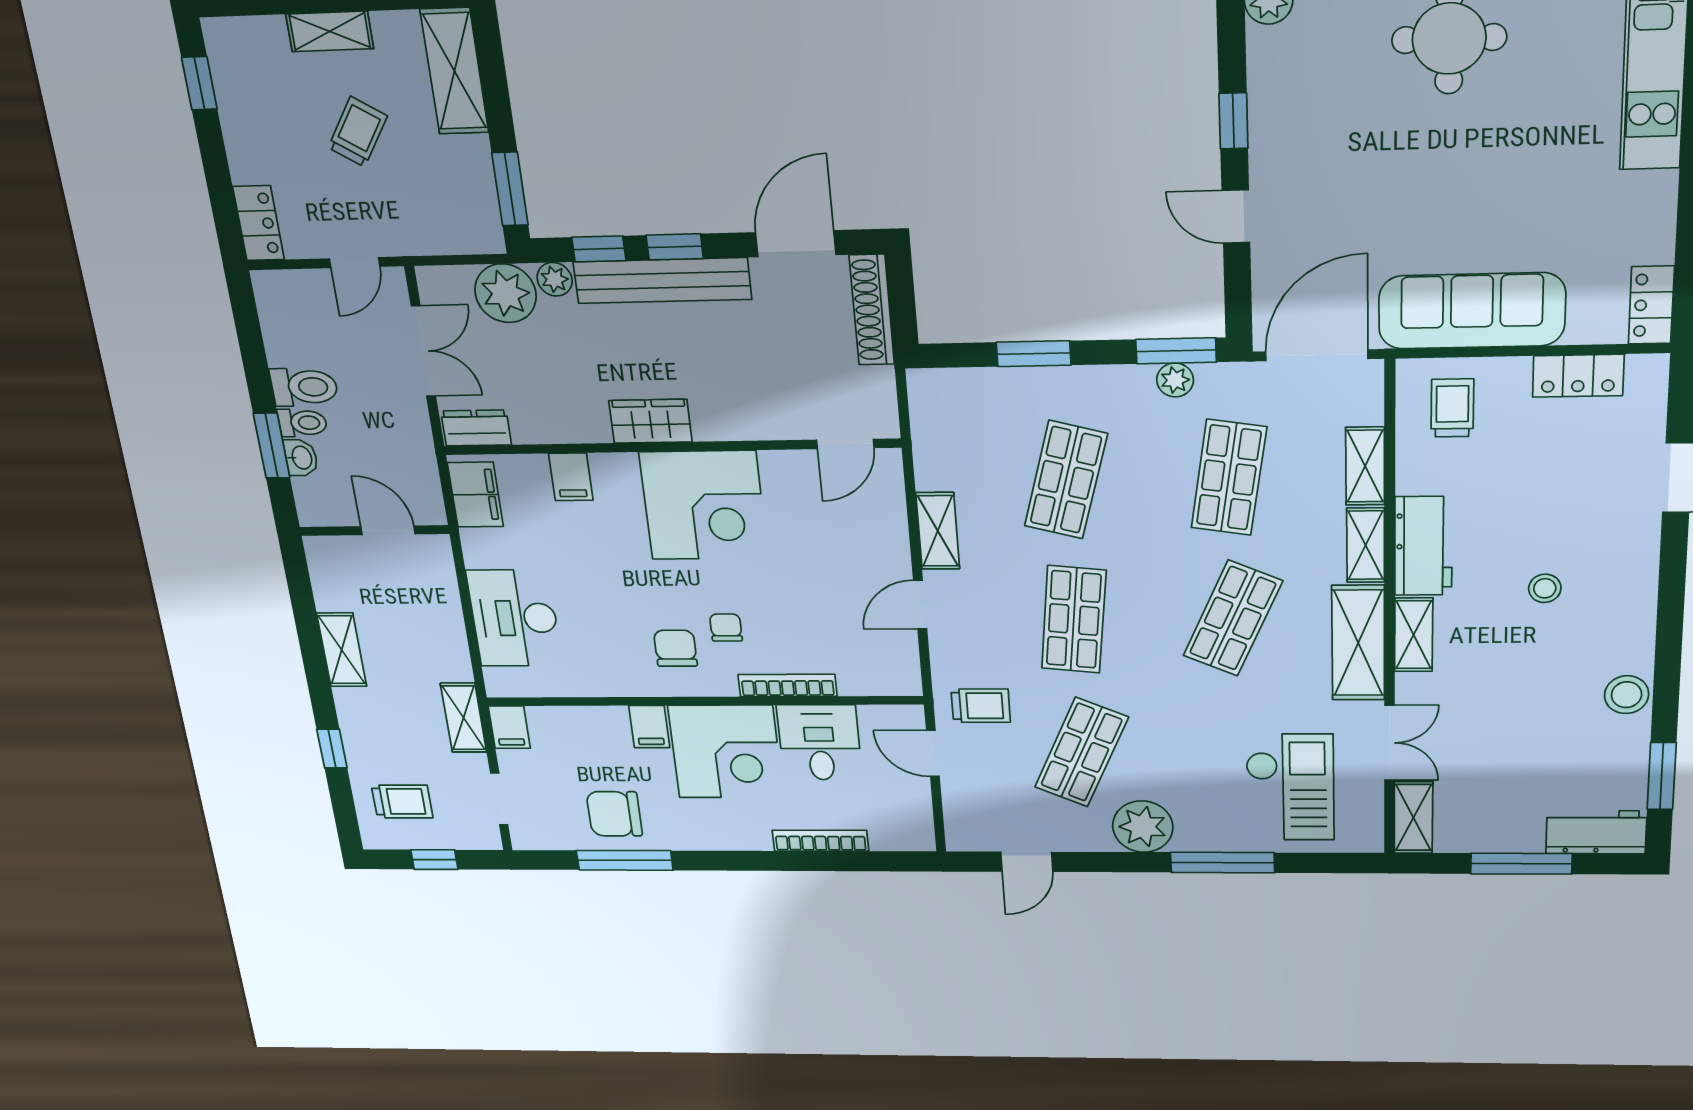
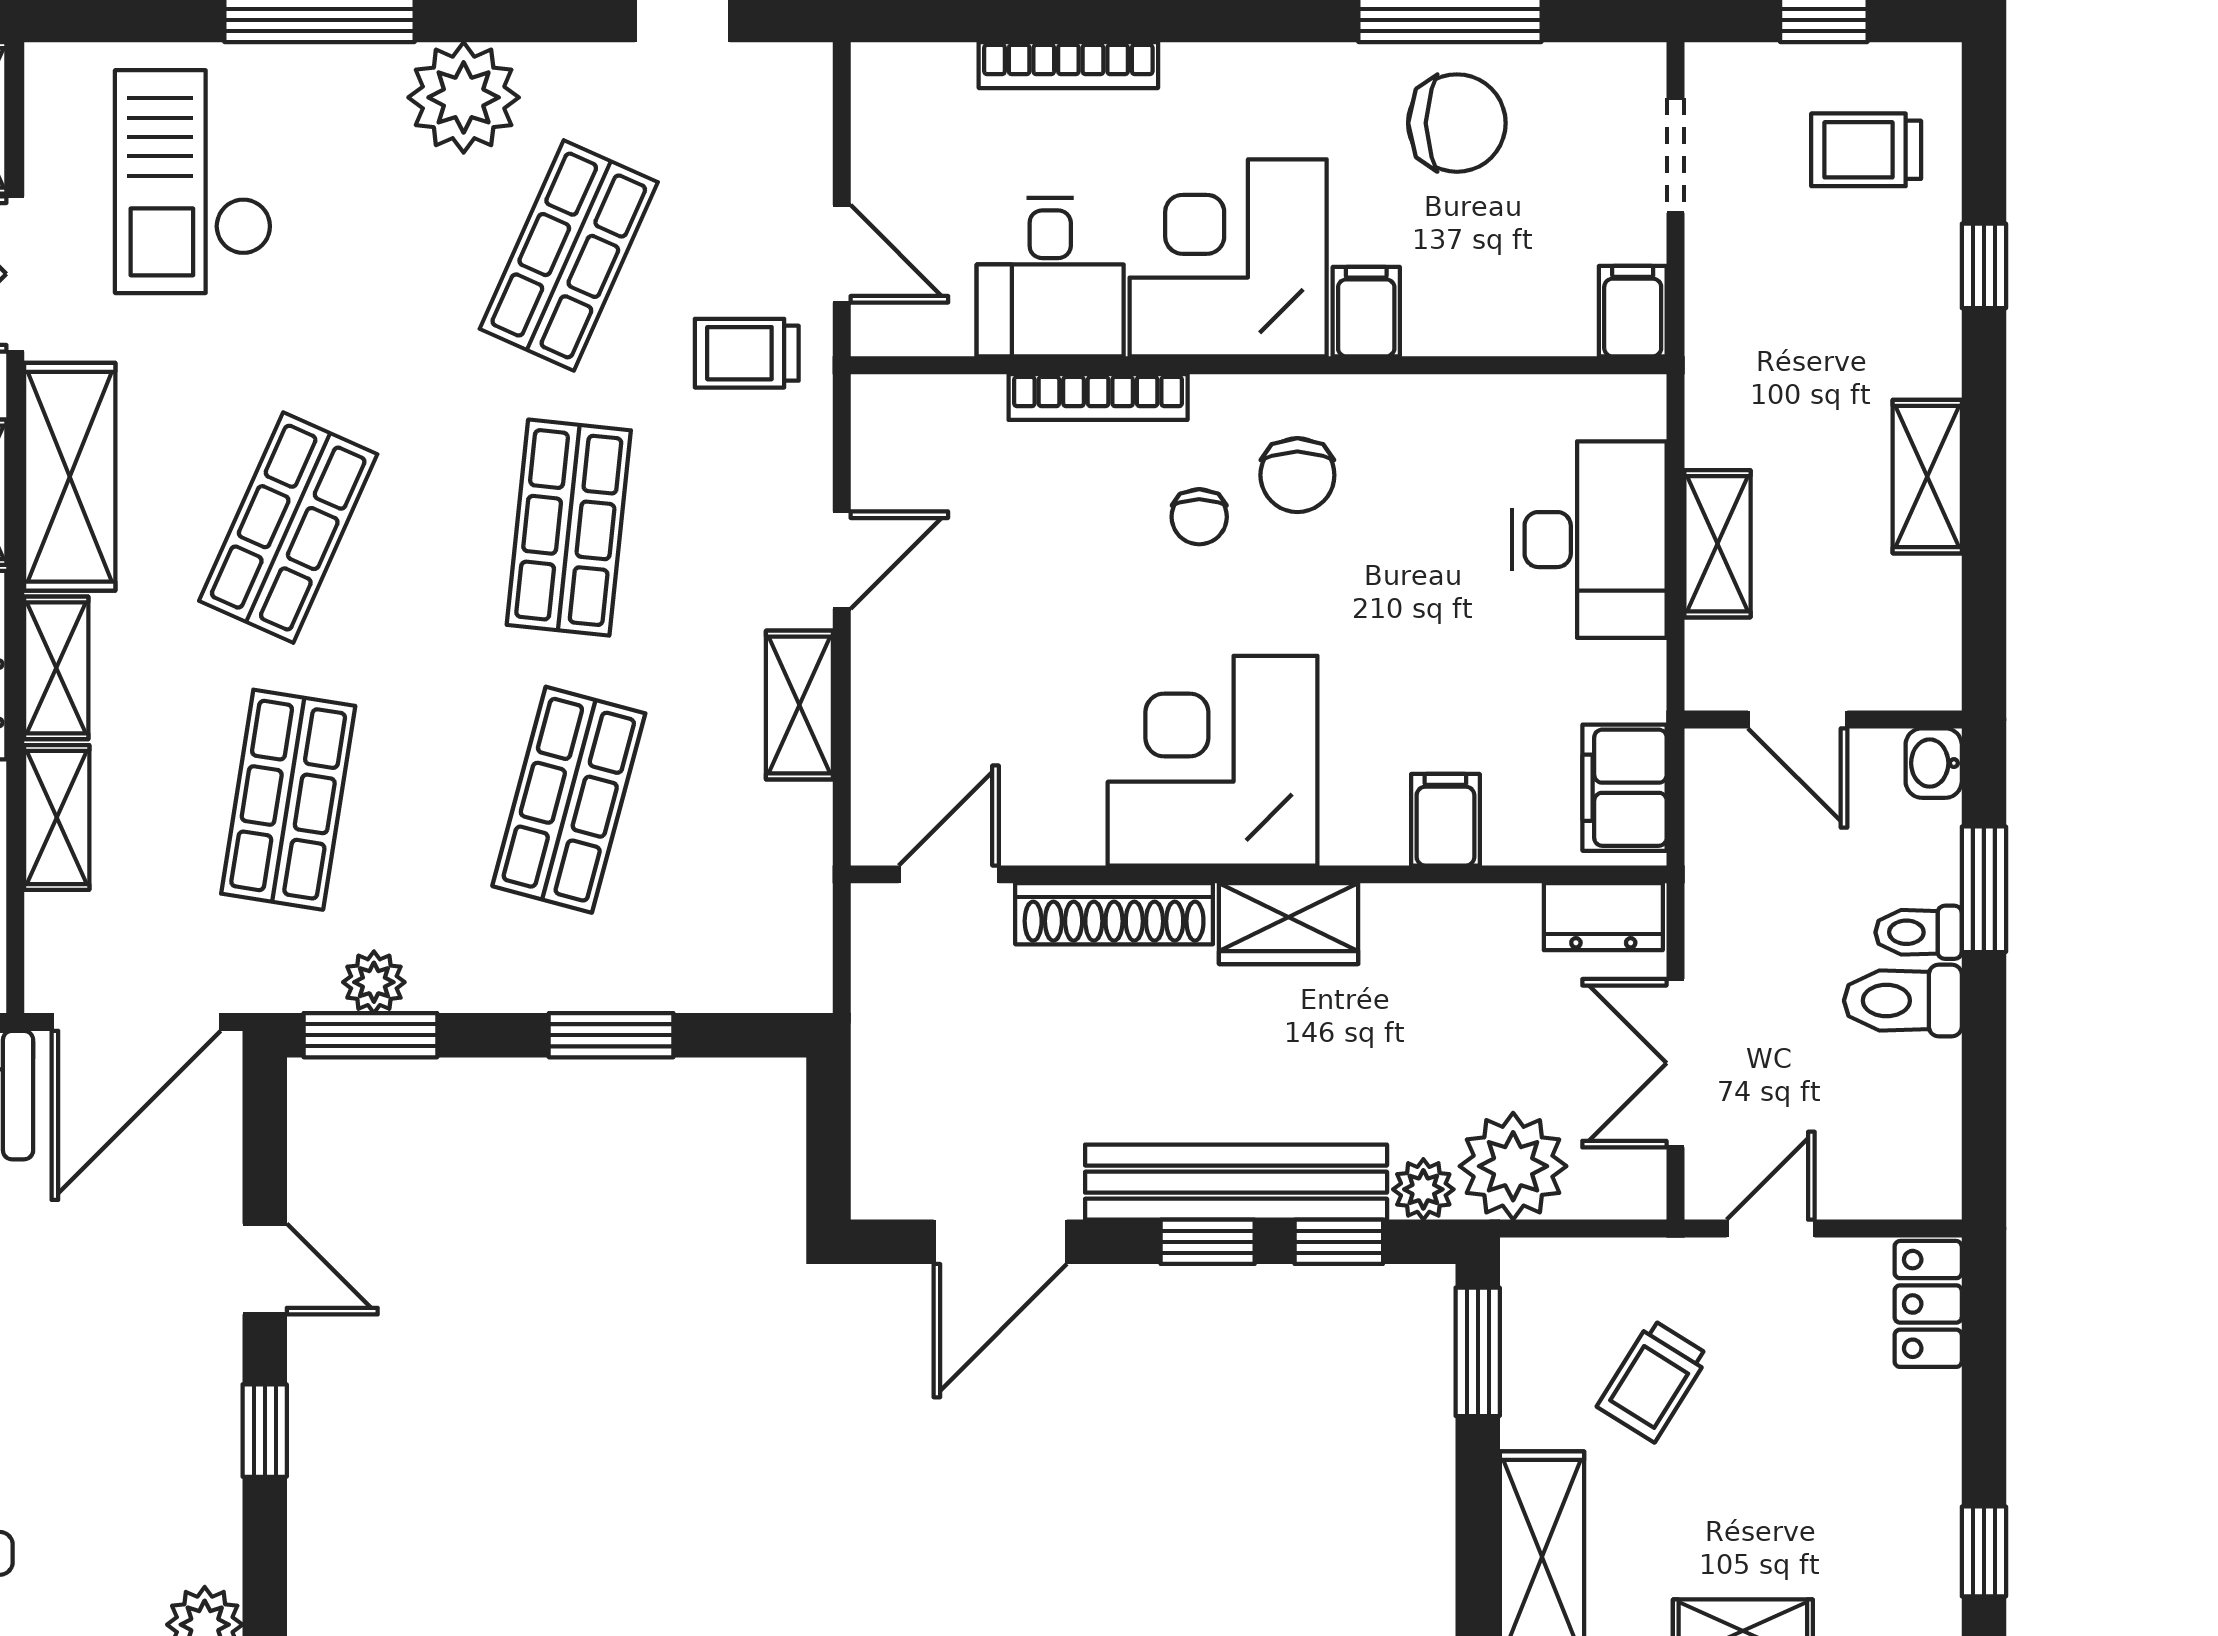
trolley: (358, 132) -> (1653, 1381), moved
shoe rack: (872, 310) -> (1114, 914), moved, turned 90
washbasin: (301, 458) -> (1934, 763), moved
shelving: (464, 718) -> (1717, 544), moved

